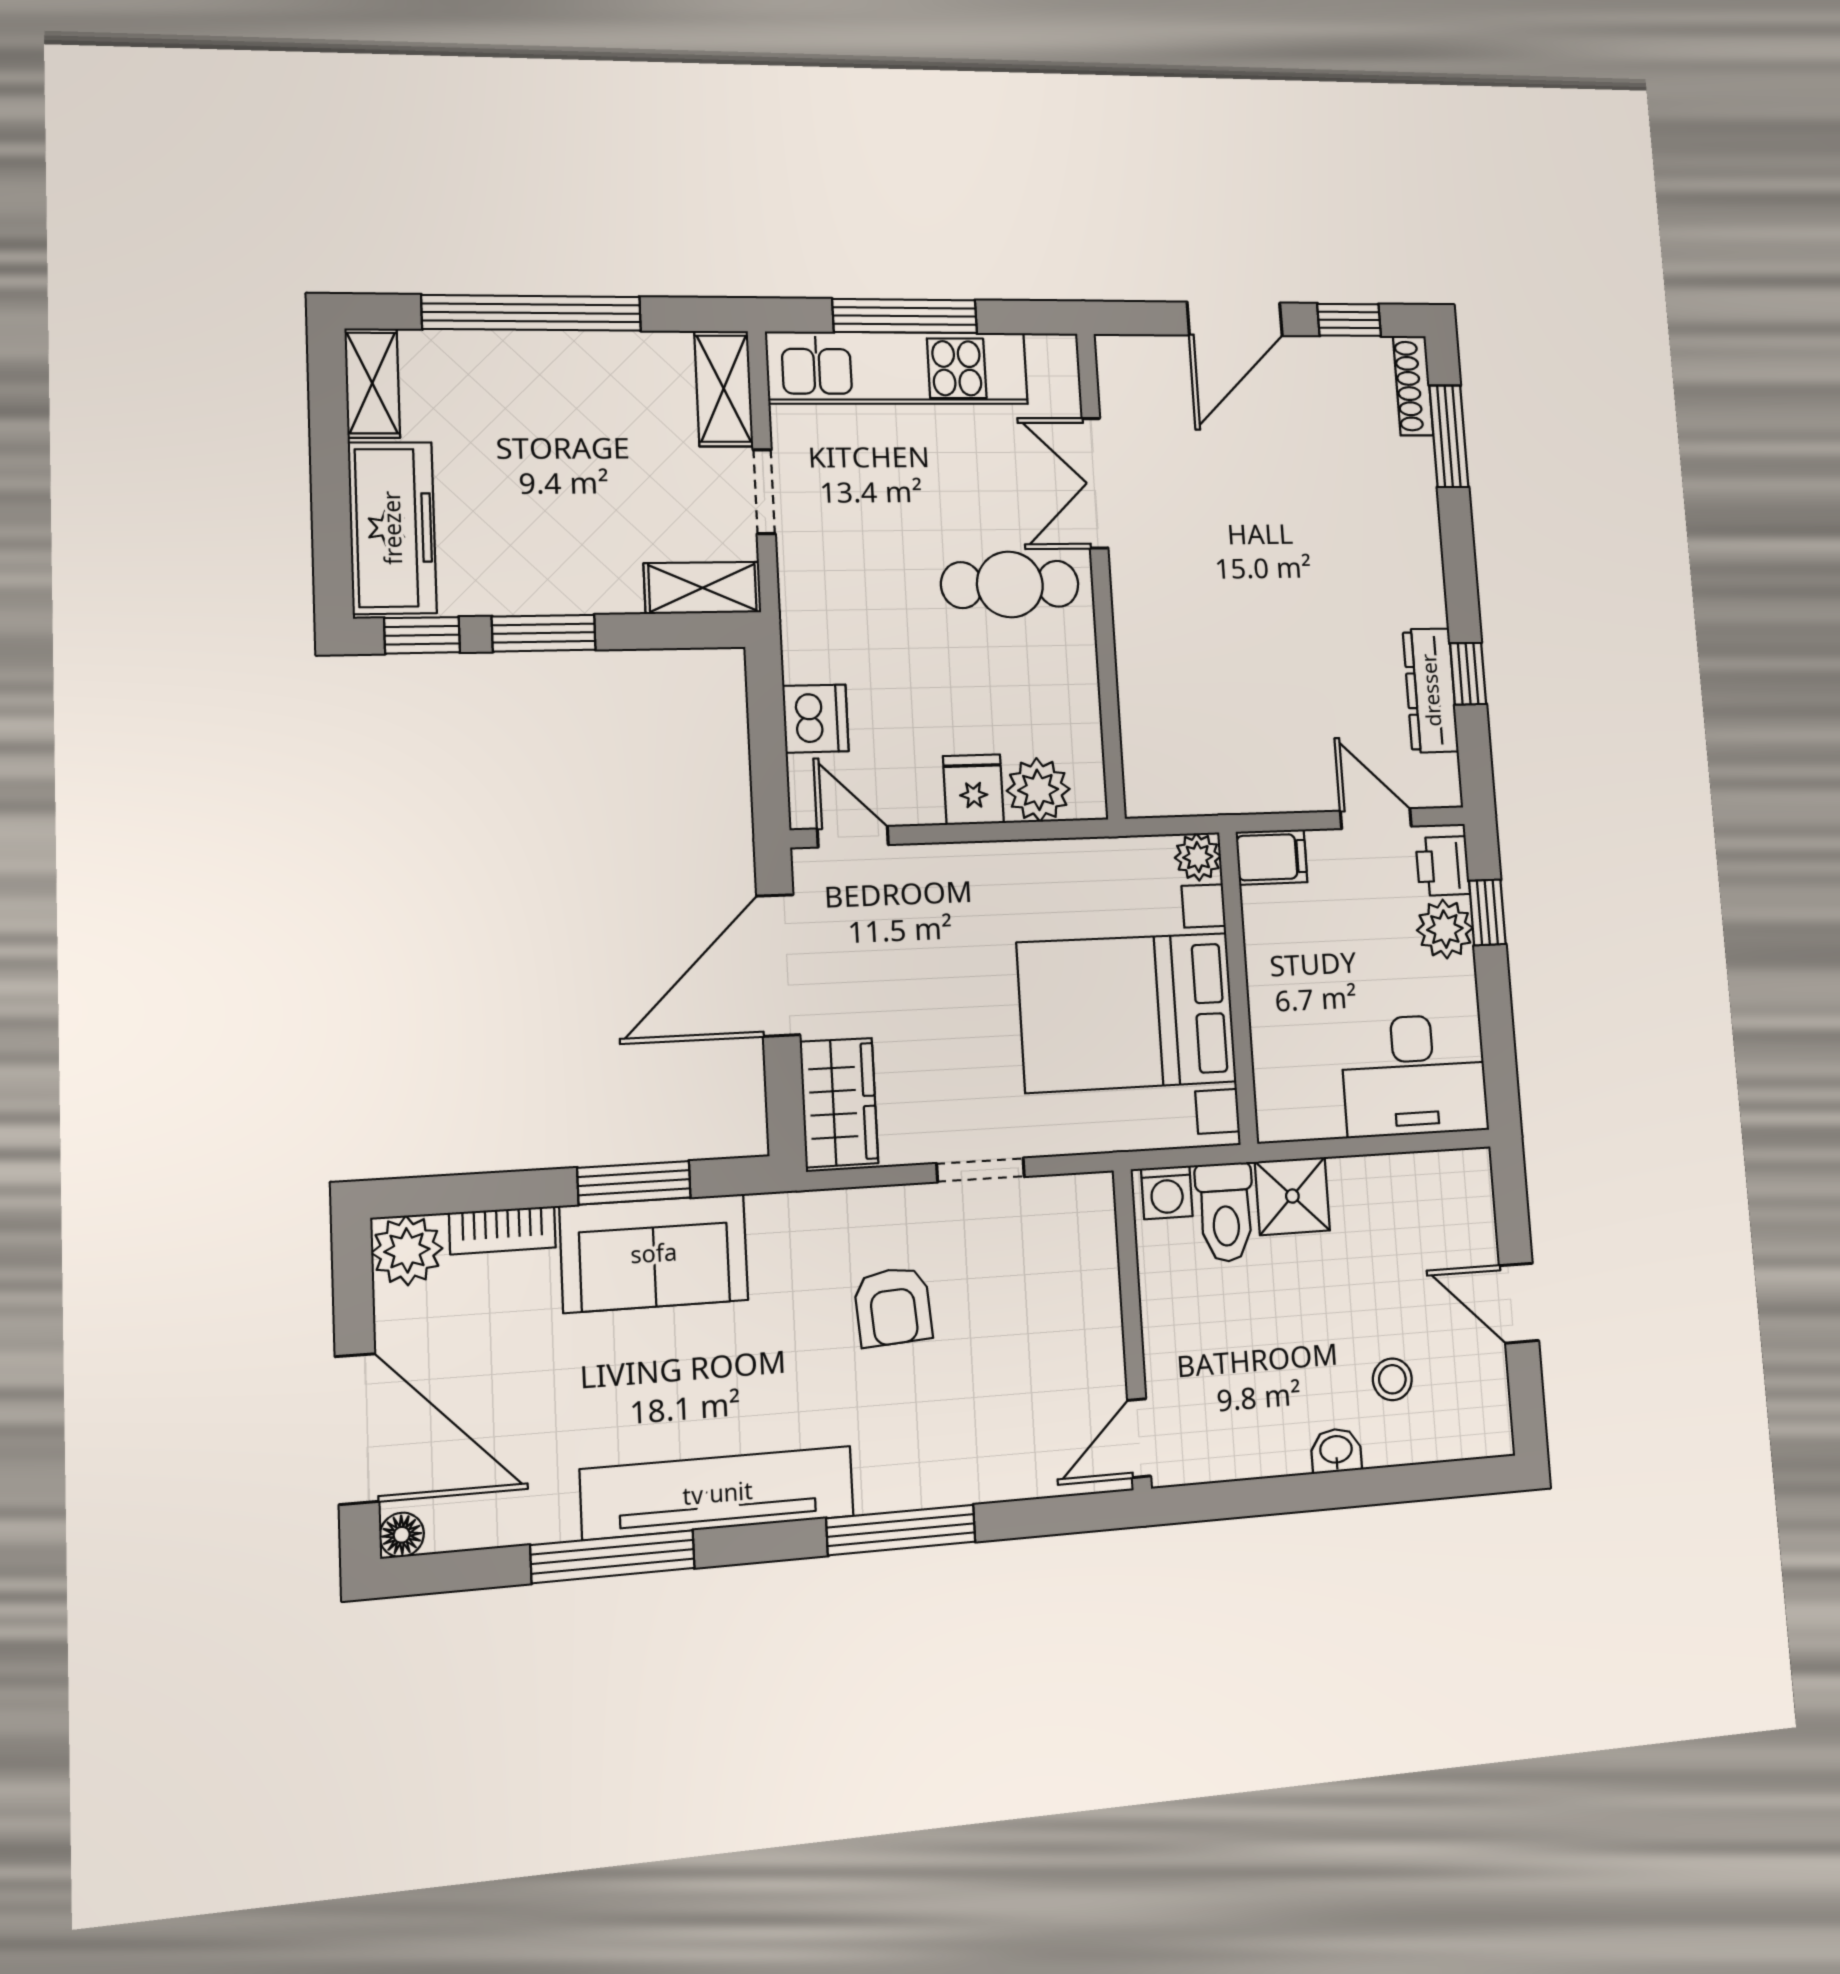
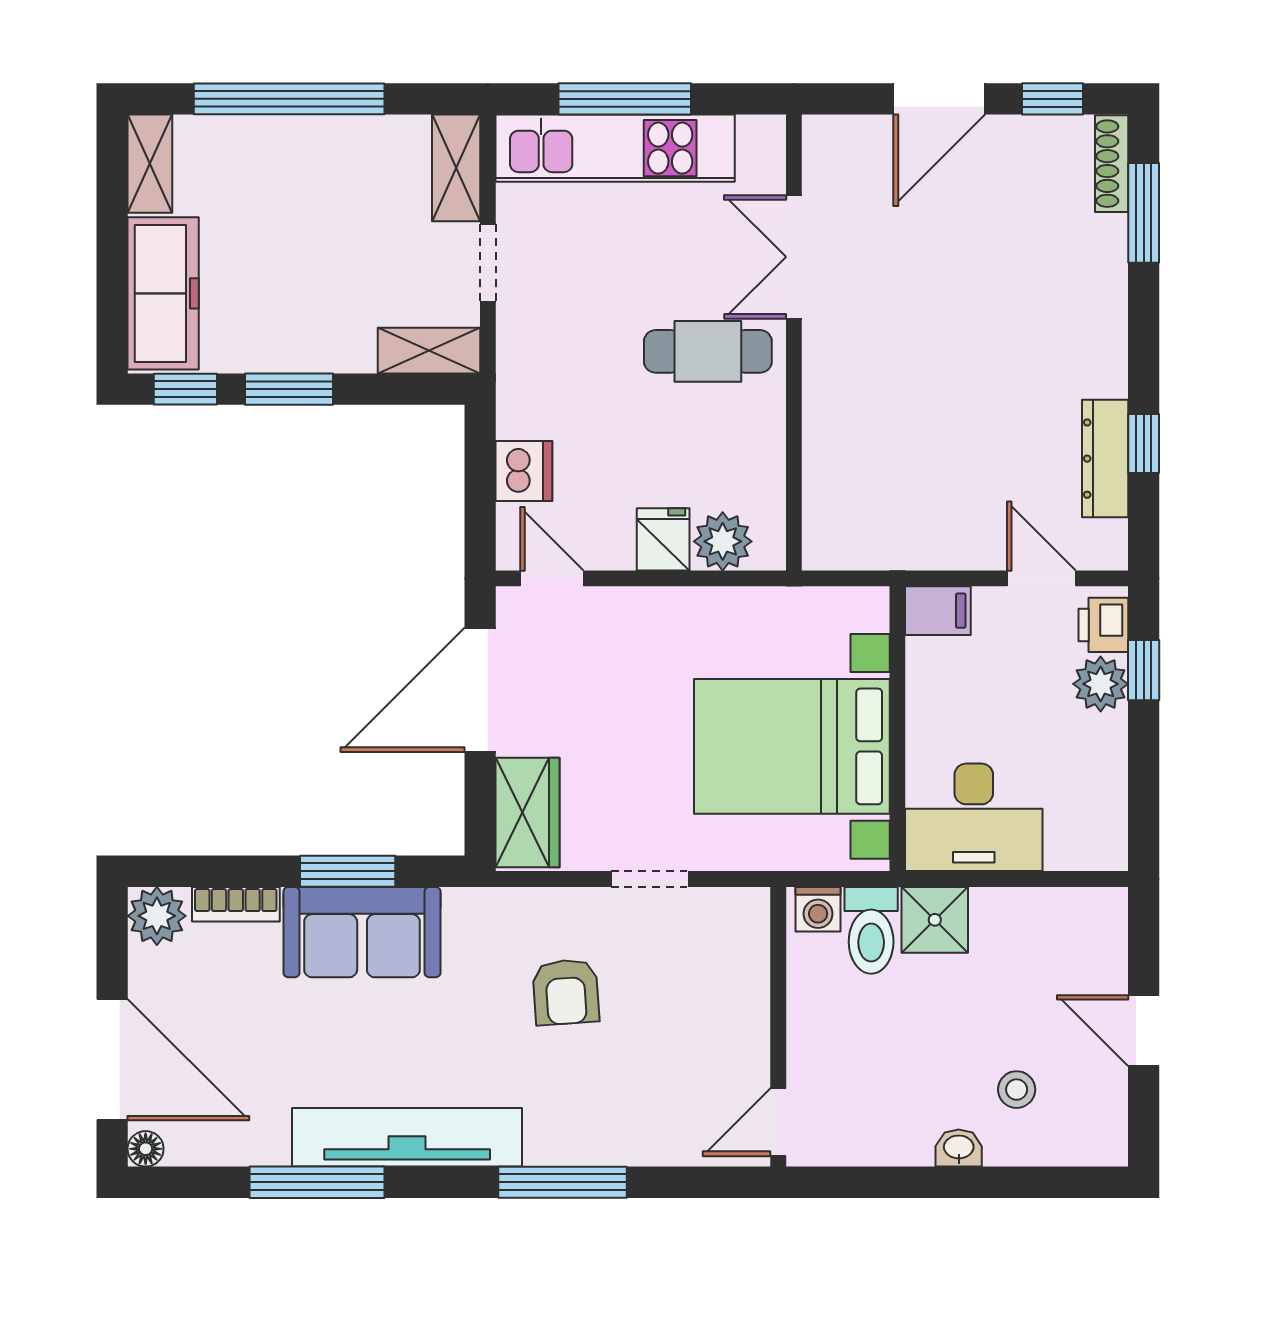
plant: (1198, 857) -> (868, 608), removed
desk: (1414, 1075) -> (974, 817), moved

